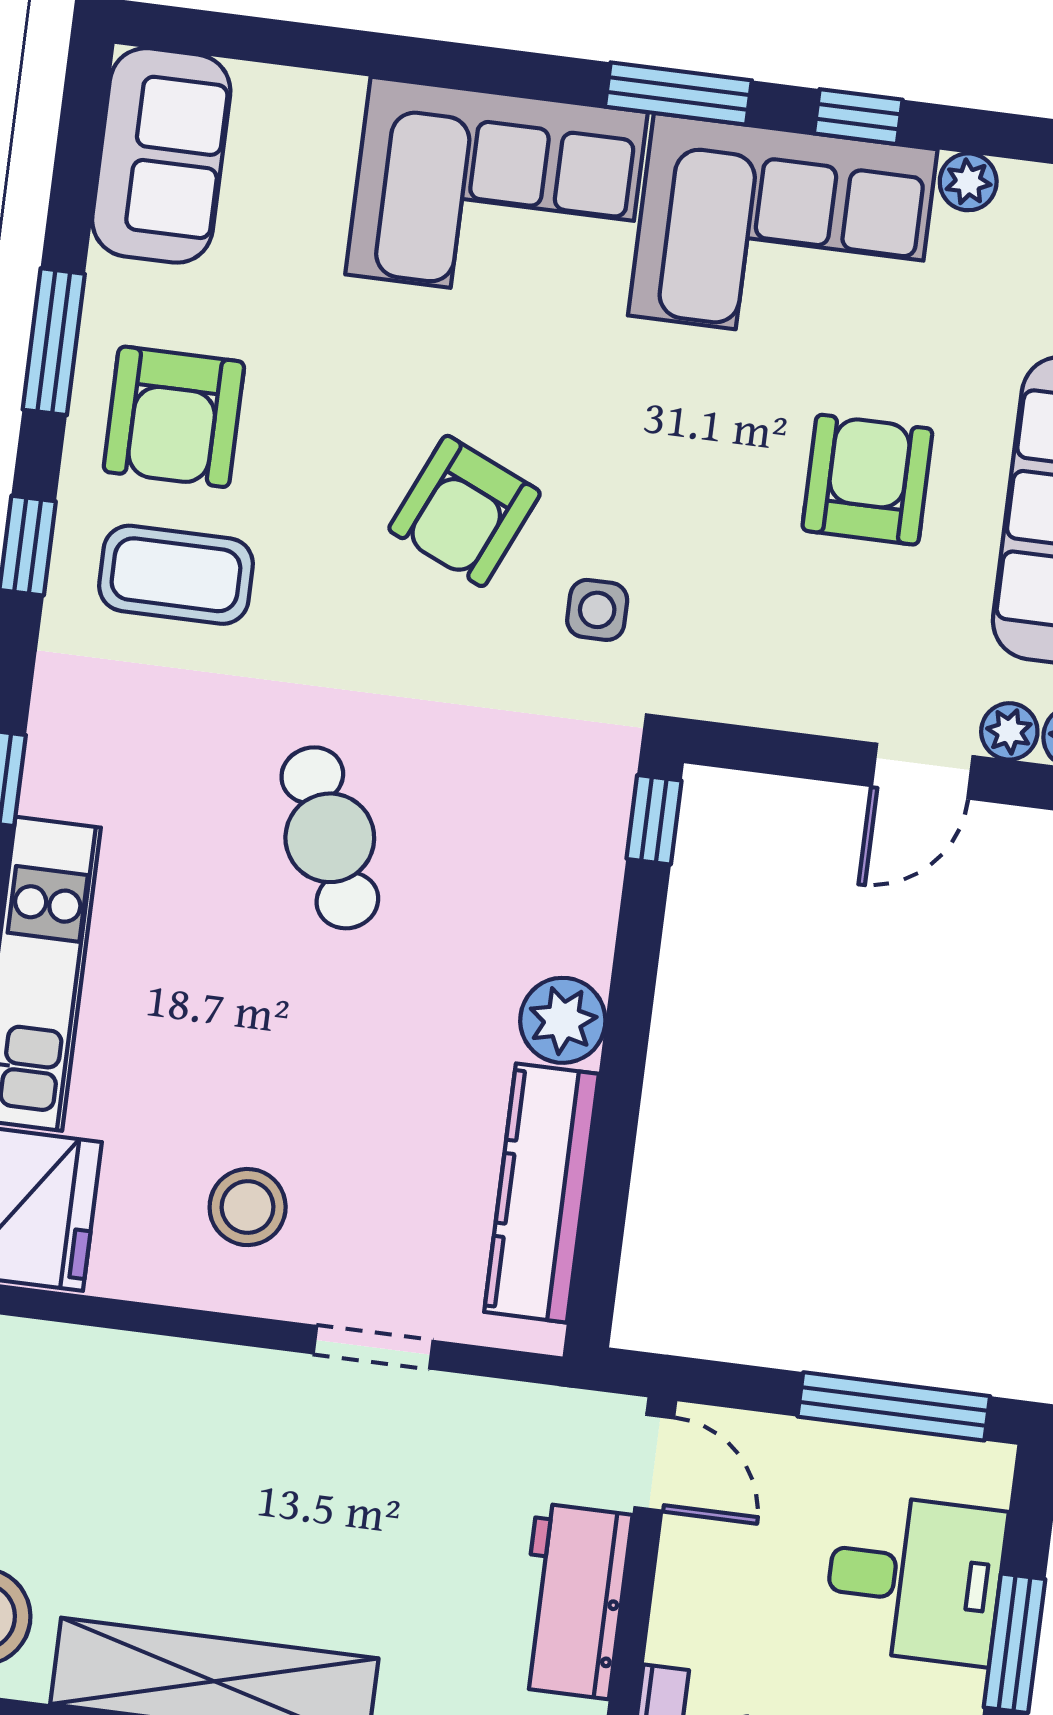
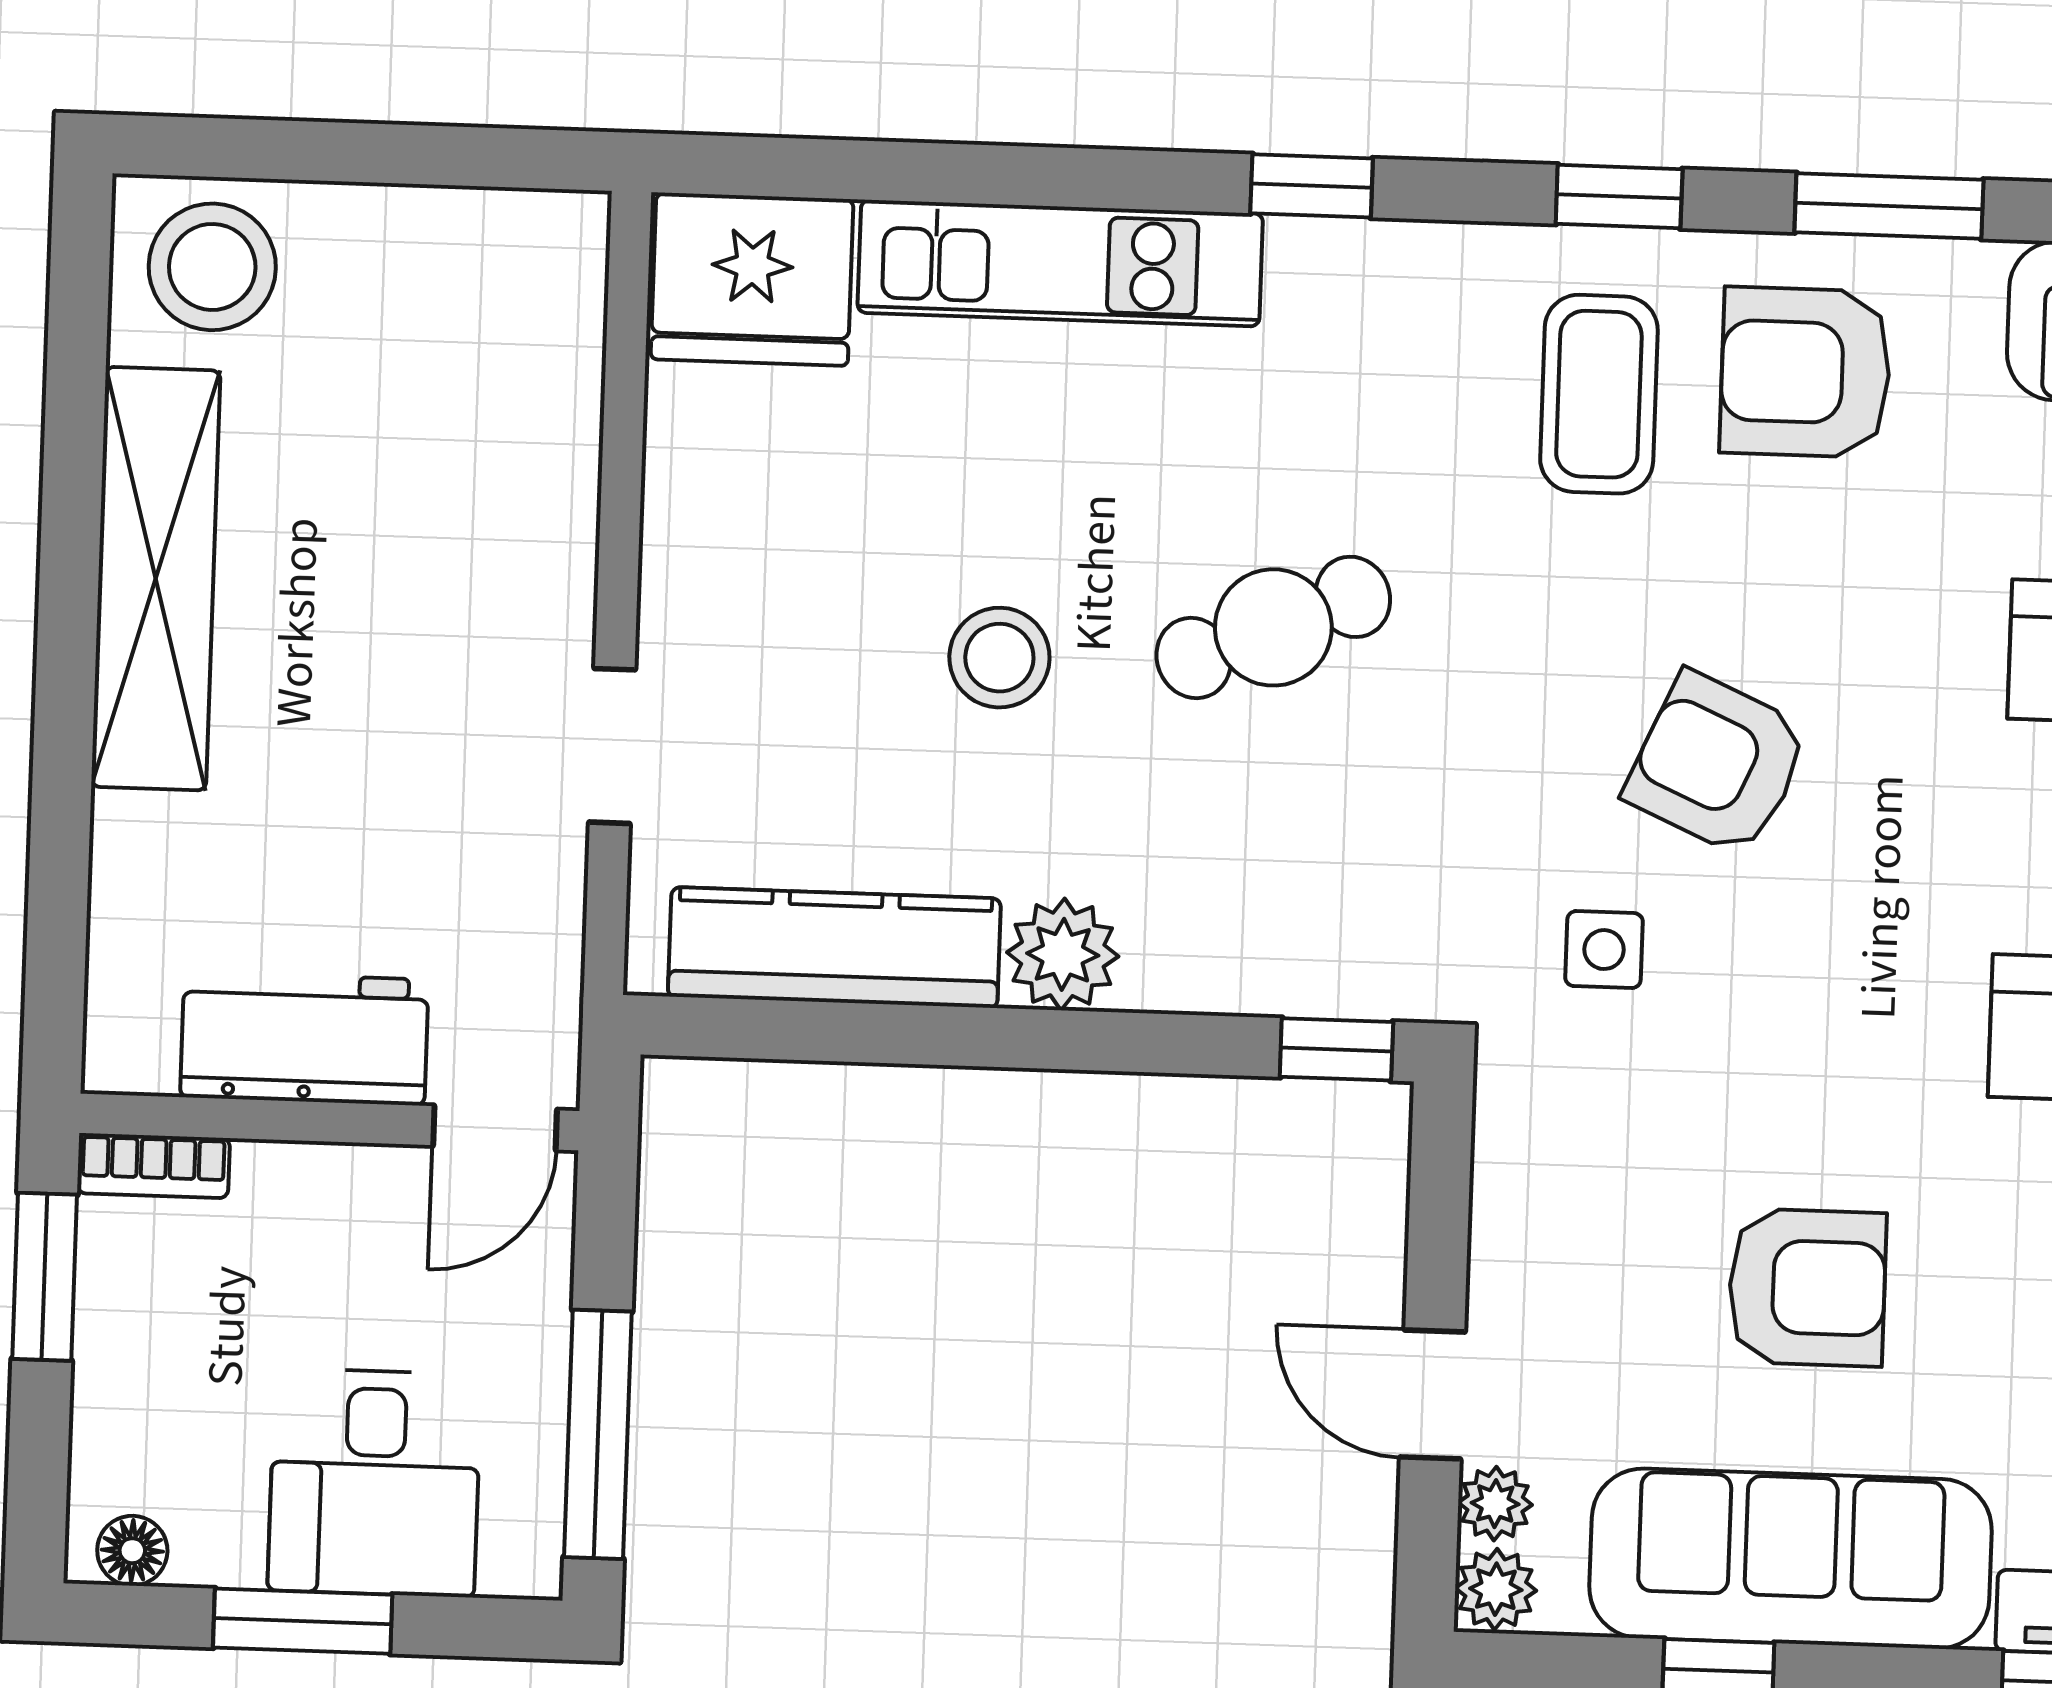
stool: (248, 1207) -> (999, 658), moved

